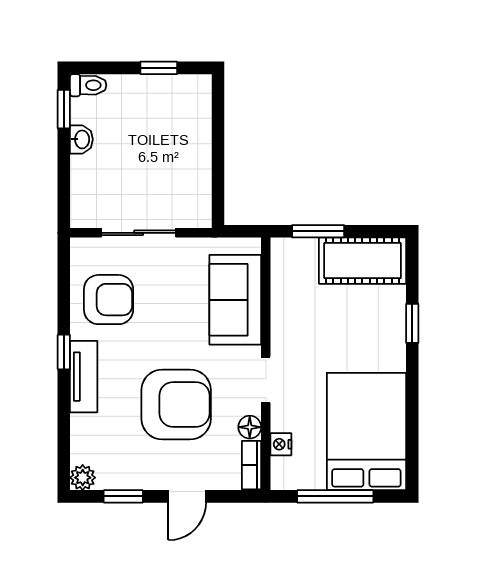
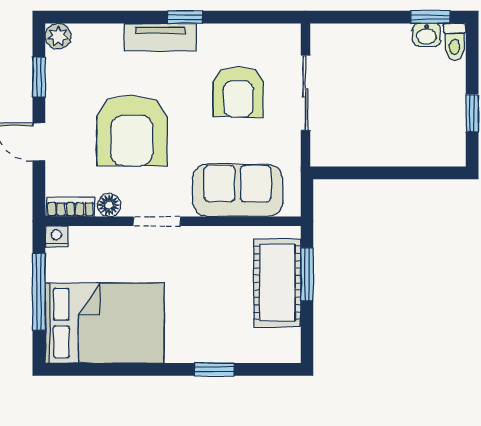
washbasin: (81, 139) -> (427, 35), moved
cot: (362, 261) -> (277, 283), moved
armchair: (109, 300) -> (238, 92), moved
nightstand: (281, 444) -> (56, 237), moved

